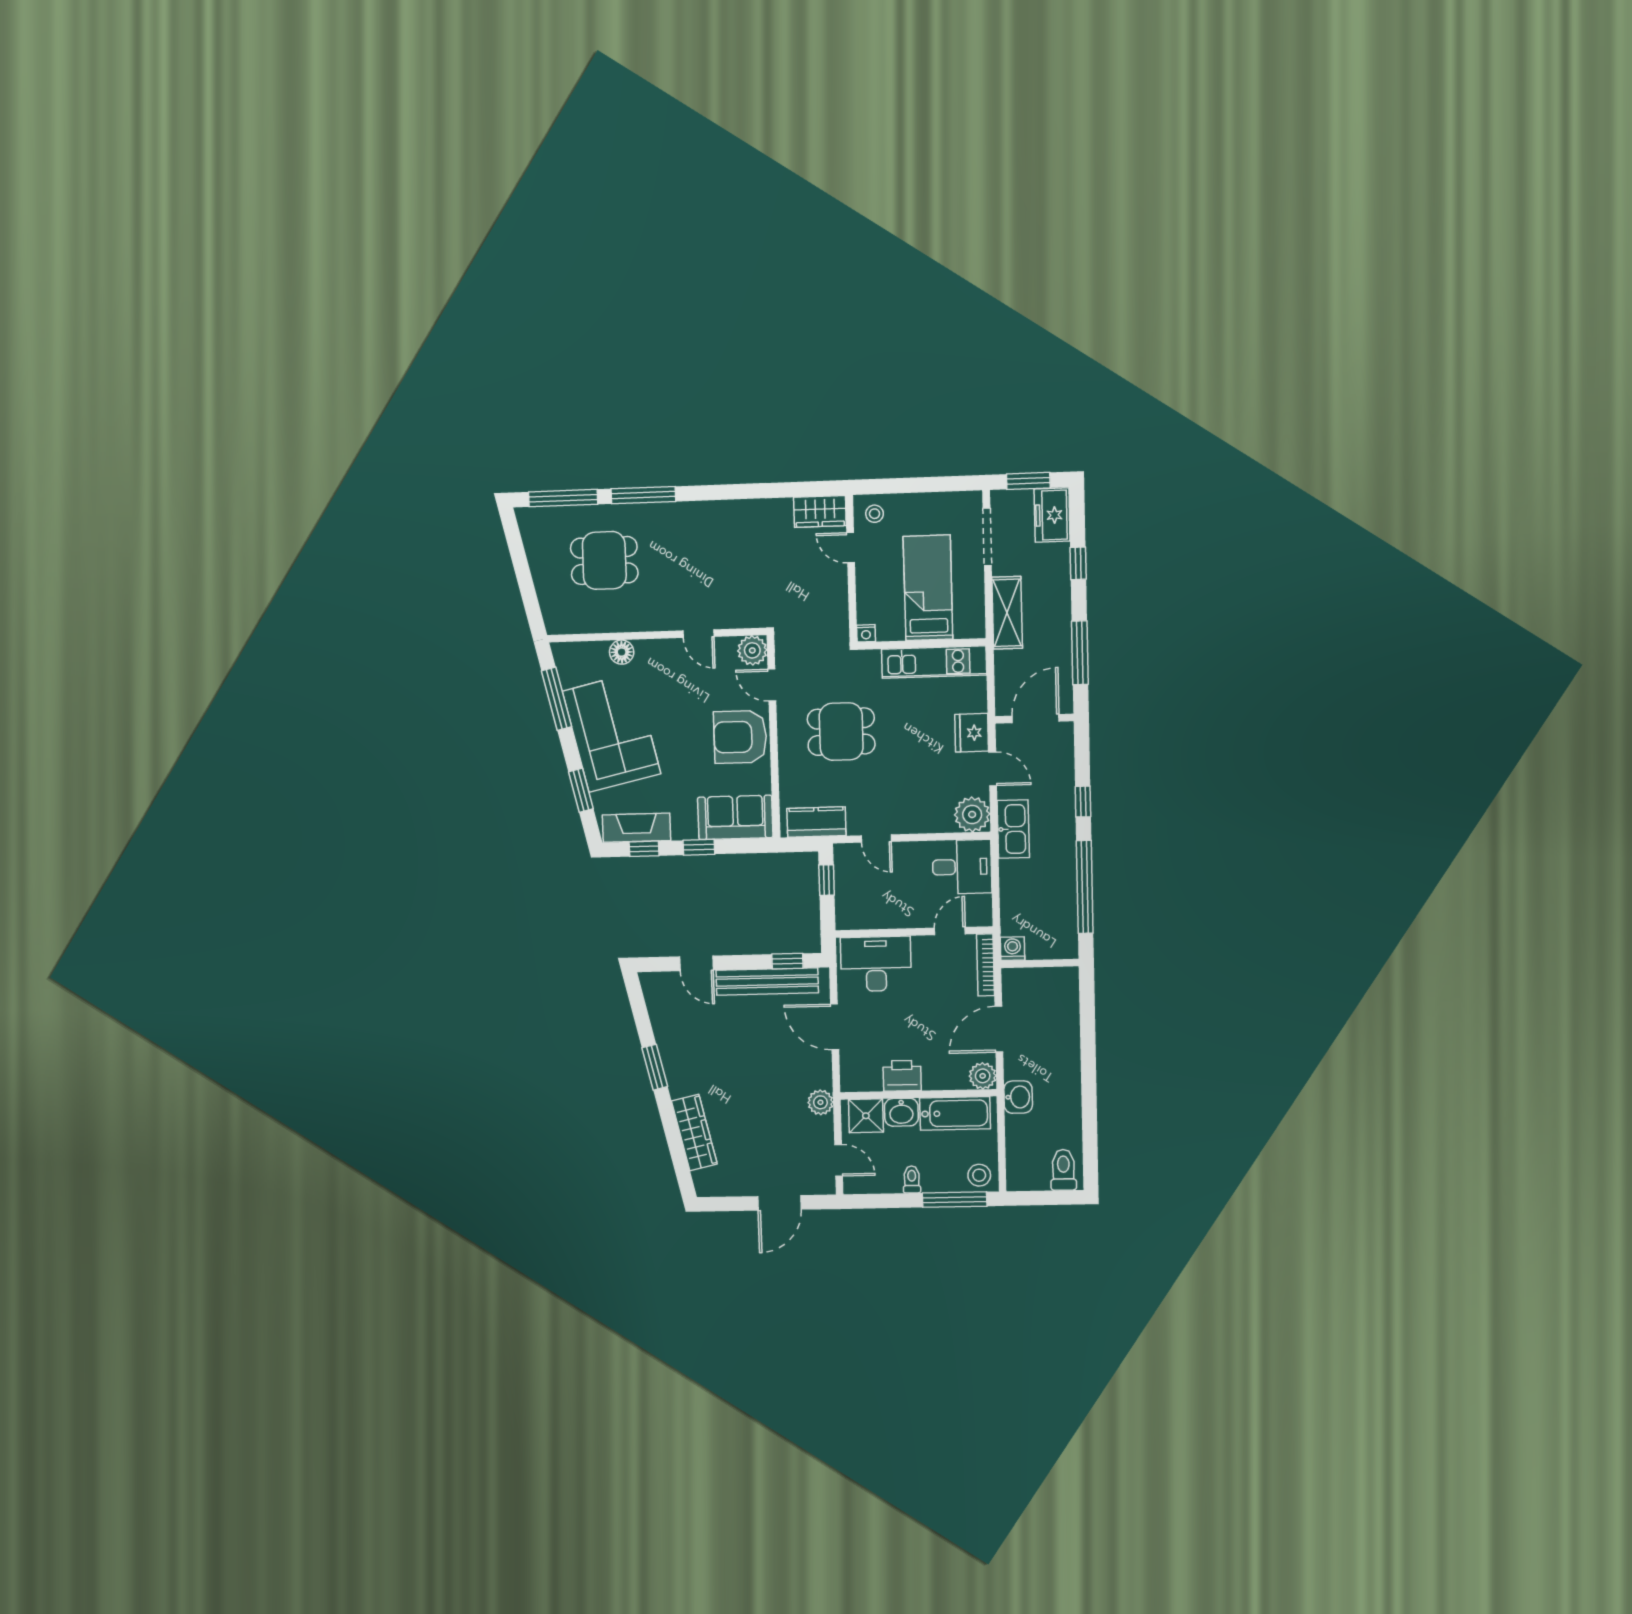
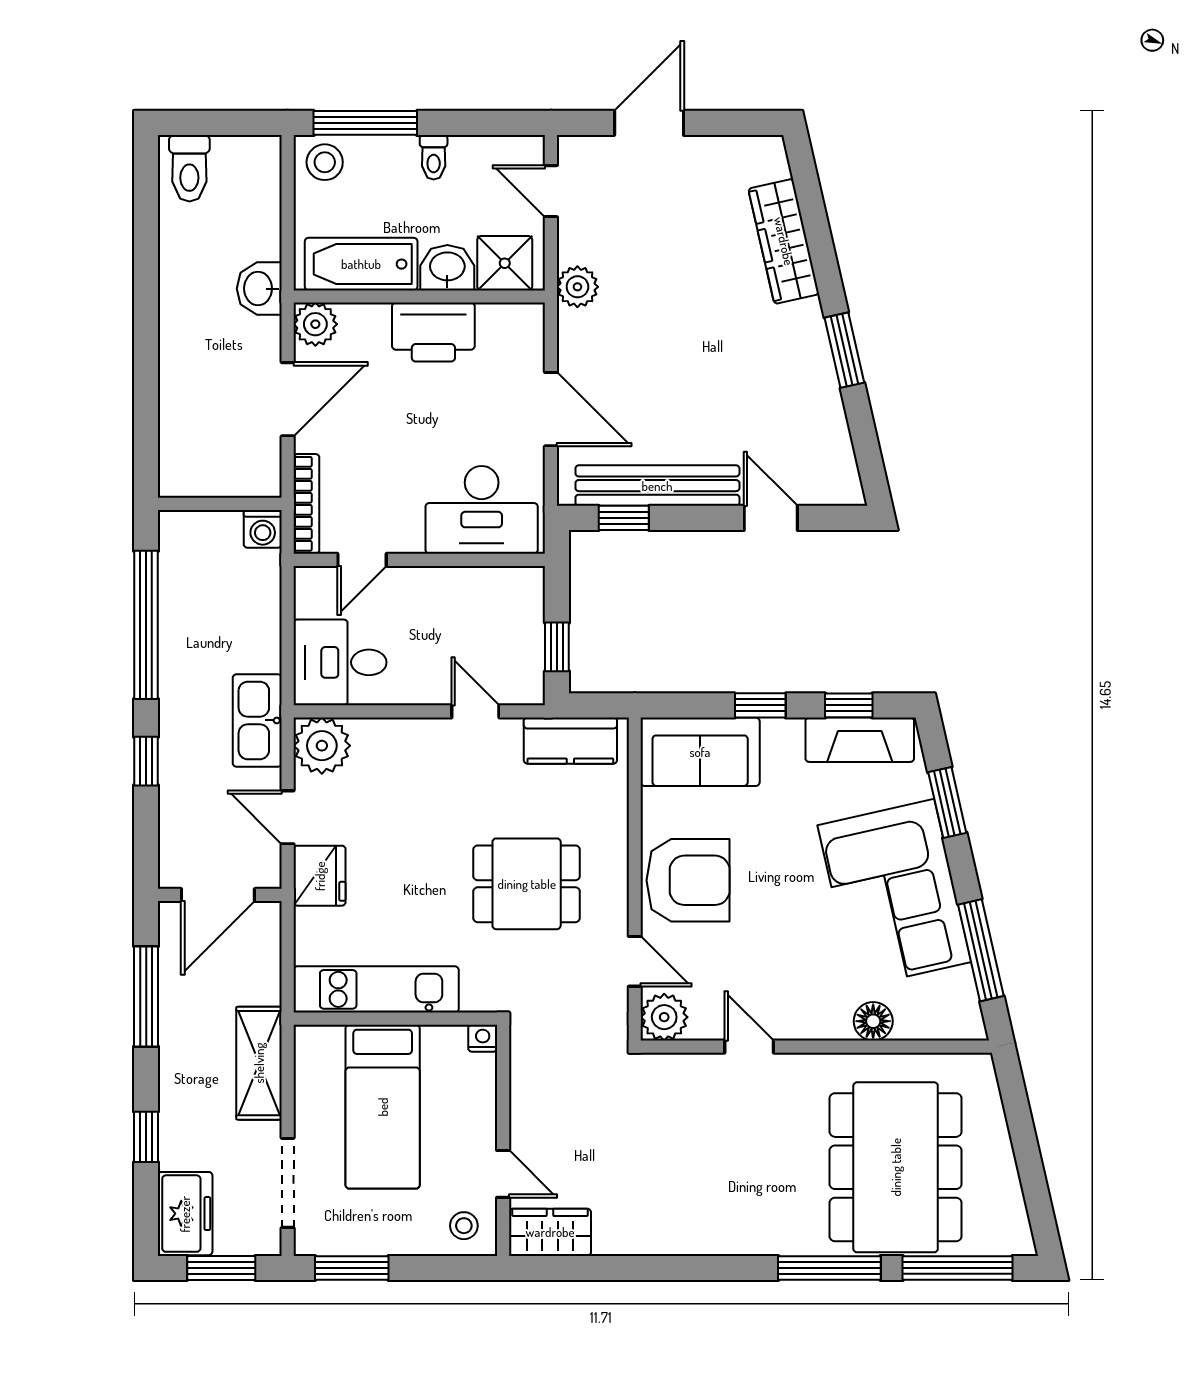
window: (945, 484) -> (352, 1268), added
dining table: (604, 560) -> (896, 1167), width x1.88, depth x1.24
printer: (902, 1076) -> (433, 332), width x1.37, depth x1.19

